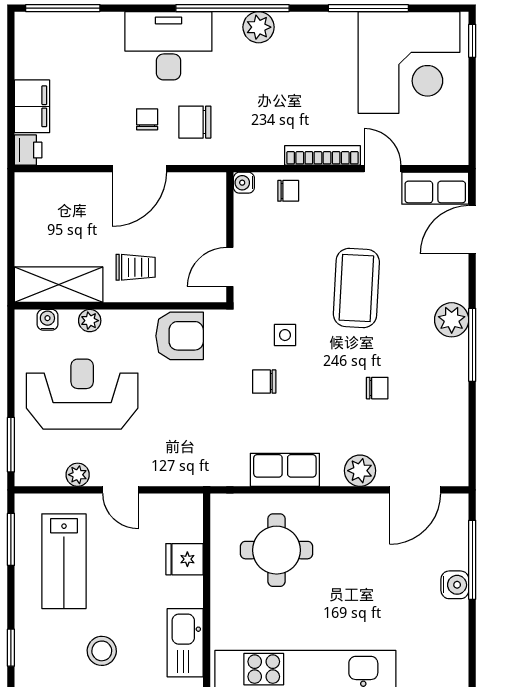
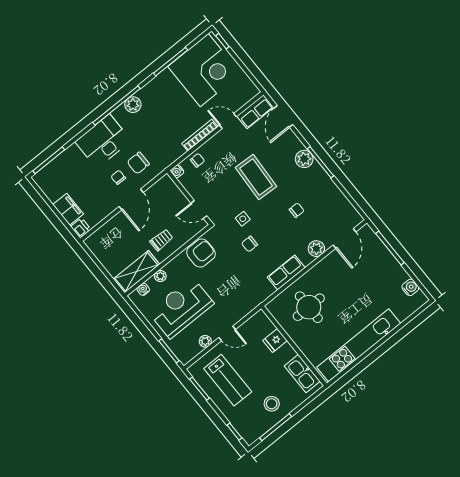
door: (230, 267) -> (199, 209), hinge flipped
water cooler: (455, 585) -> (410, 287), moved

